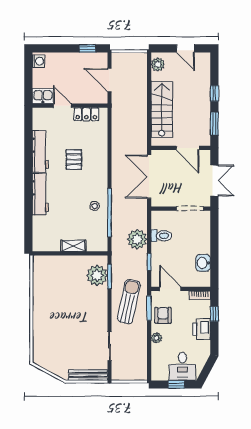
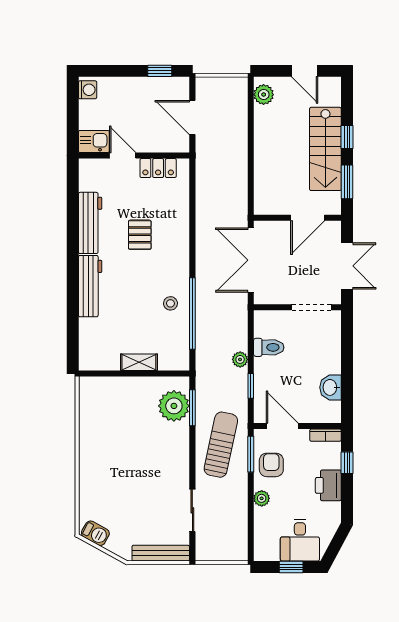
stairs: (162, 109) -> (325, 149), moved, turned 180
door: (188, 148) -> (308, 218), hinge flipped
plant: (137, 239) -> (240, 359), width x0.53, depth x0.53
barbecue: (44, 362) -> (95, 533), added

